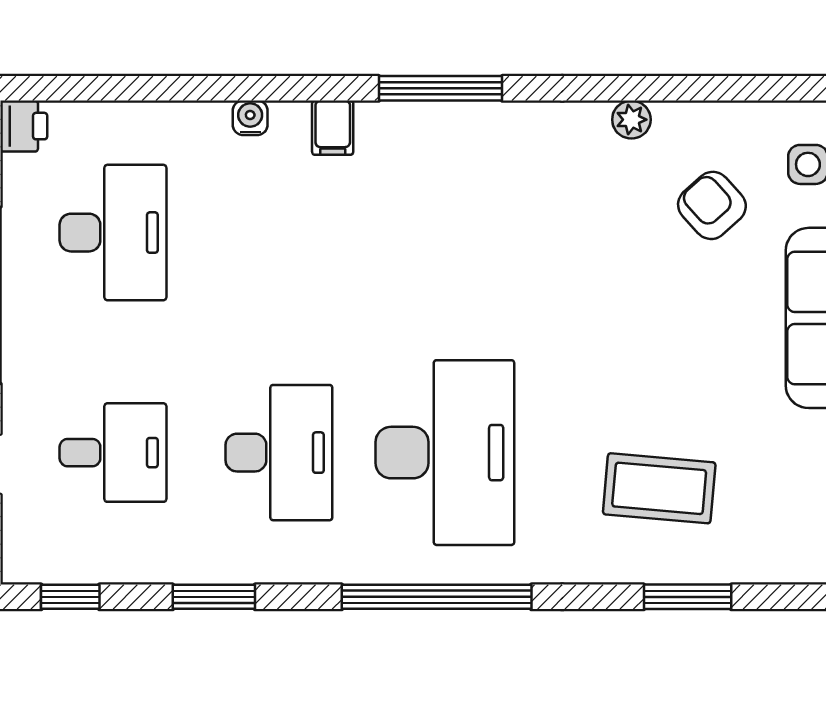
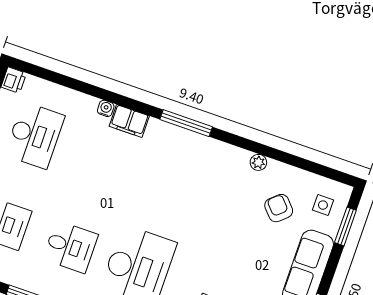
filing cabinet: (333, 128) -> (129, 121), width x2.00
desk: (279, 453) -> (70, 247), width x0.73

